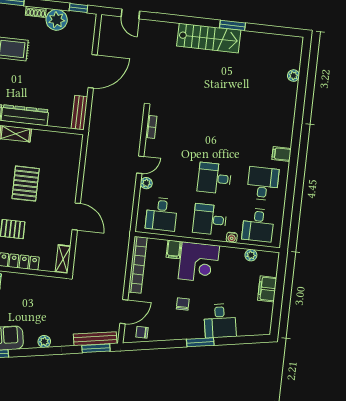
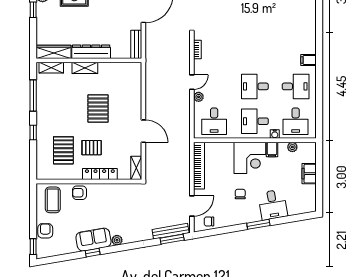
desk: (263, 184) -> (296, 86), turned 90
filing cabinet: (174, 249) -> (272, 150), moved
plant: (44, 341) -> (117, 240), moved

